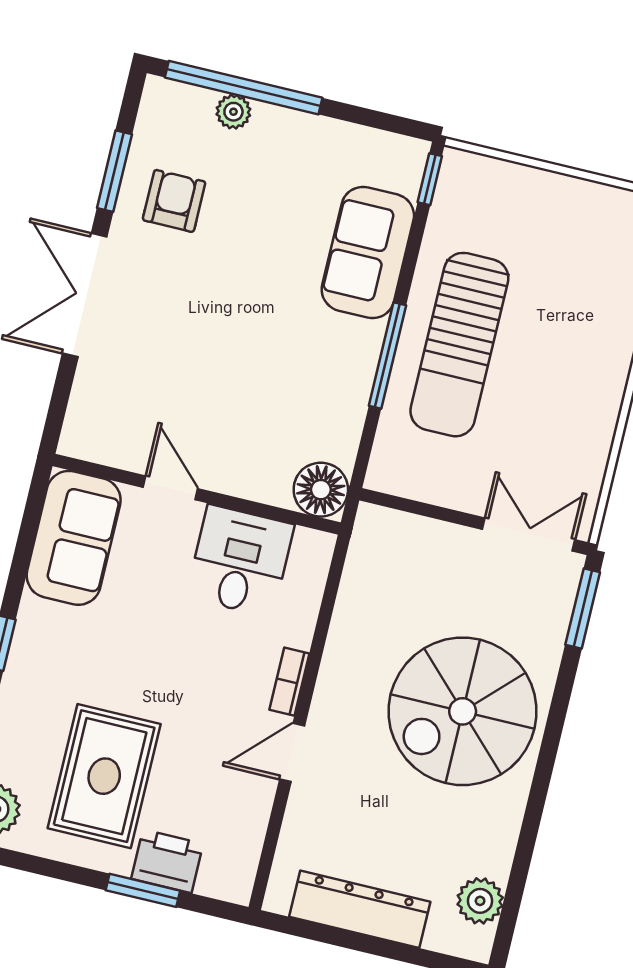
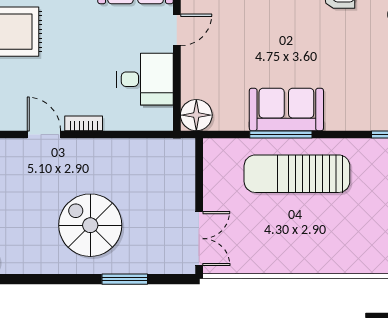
sofa: (368, 253) -> (286, 110), moved
window: (583, 608) -> (125, 279), moved
spiral stairs: (463, 711) -> (90, 225), width x0.73, depth x0.73

